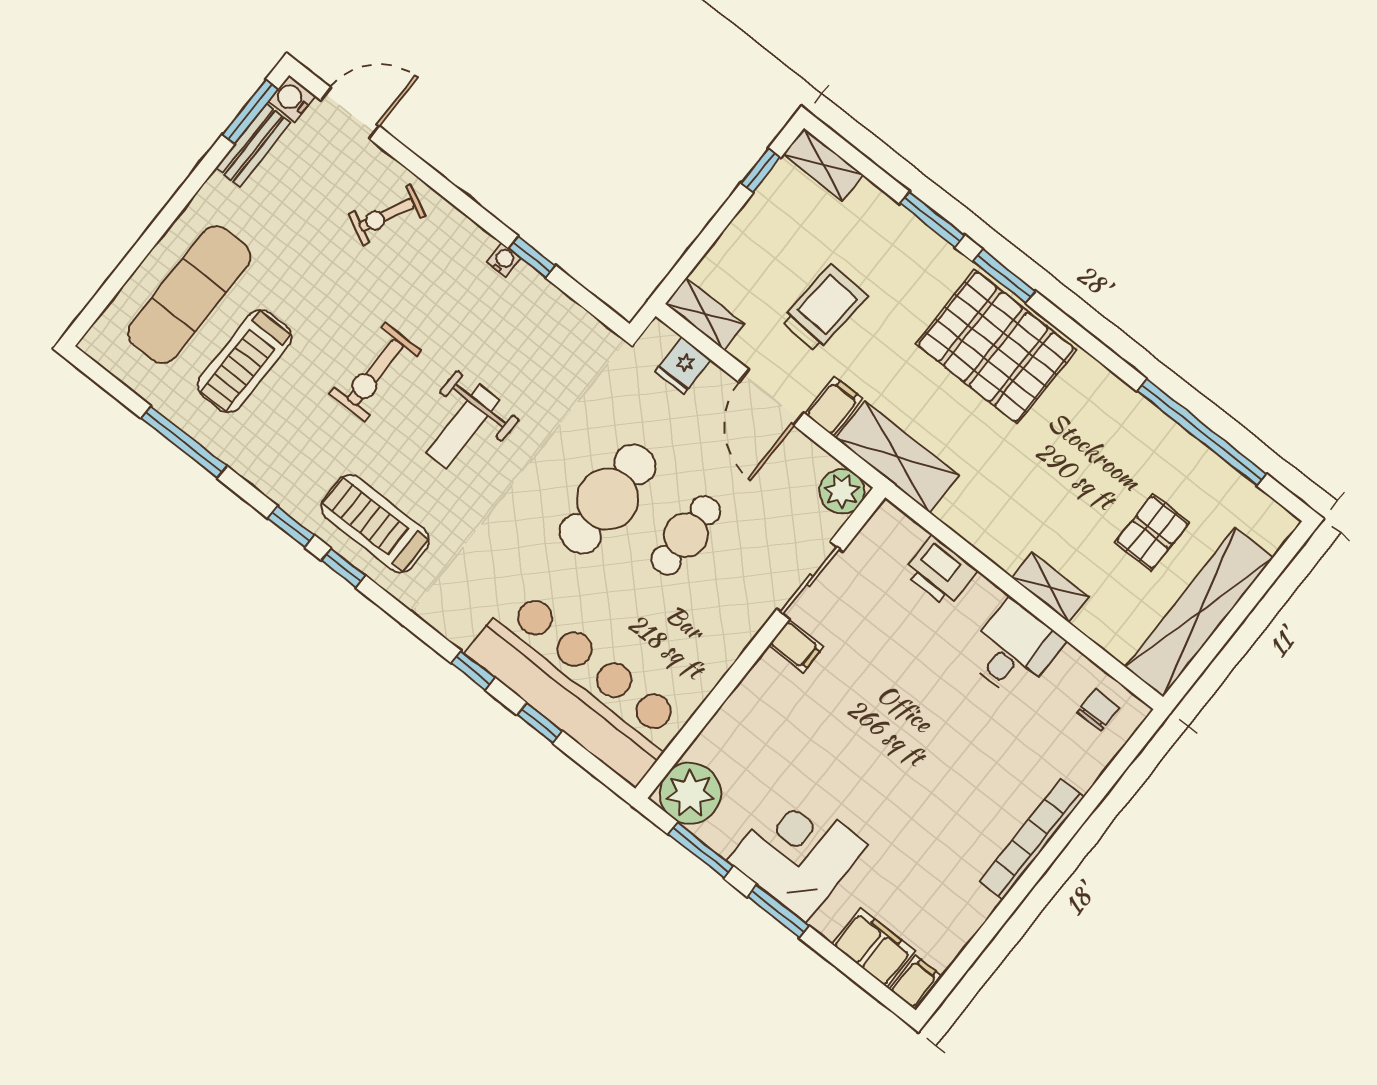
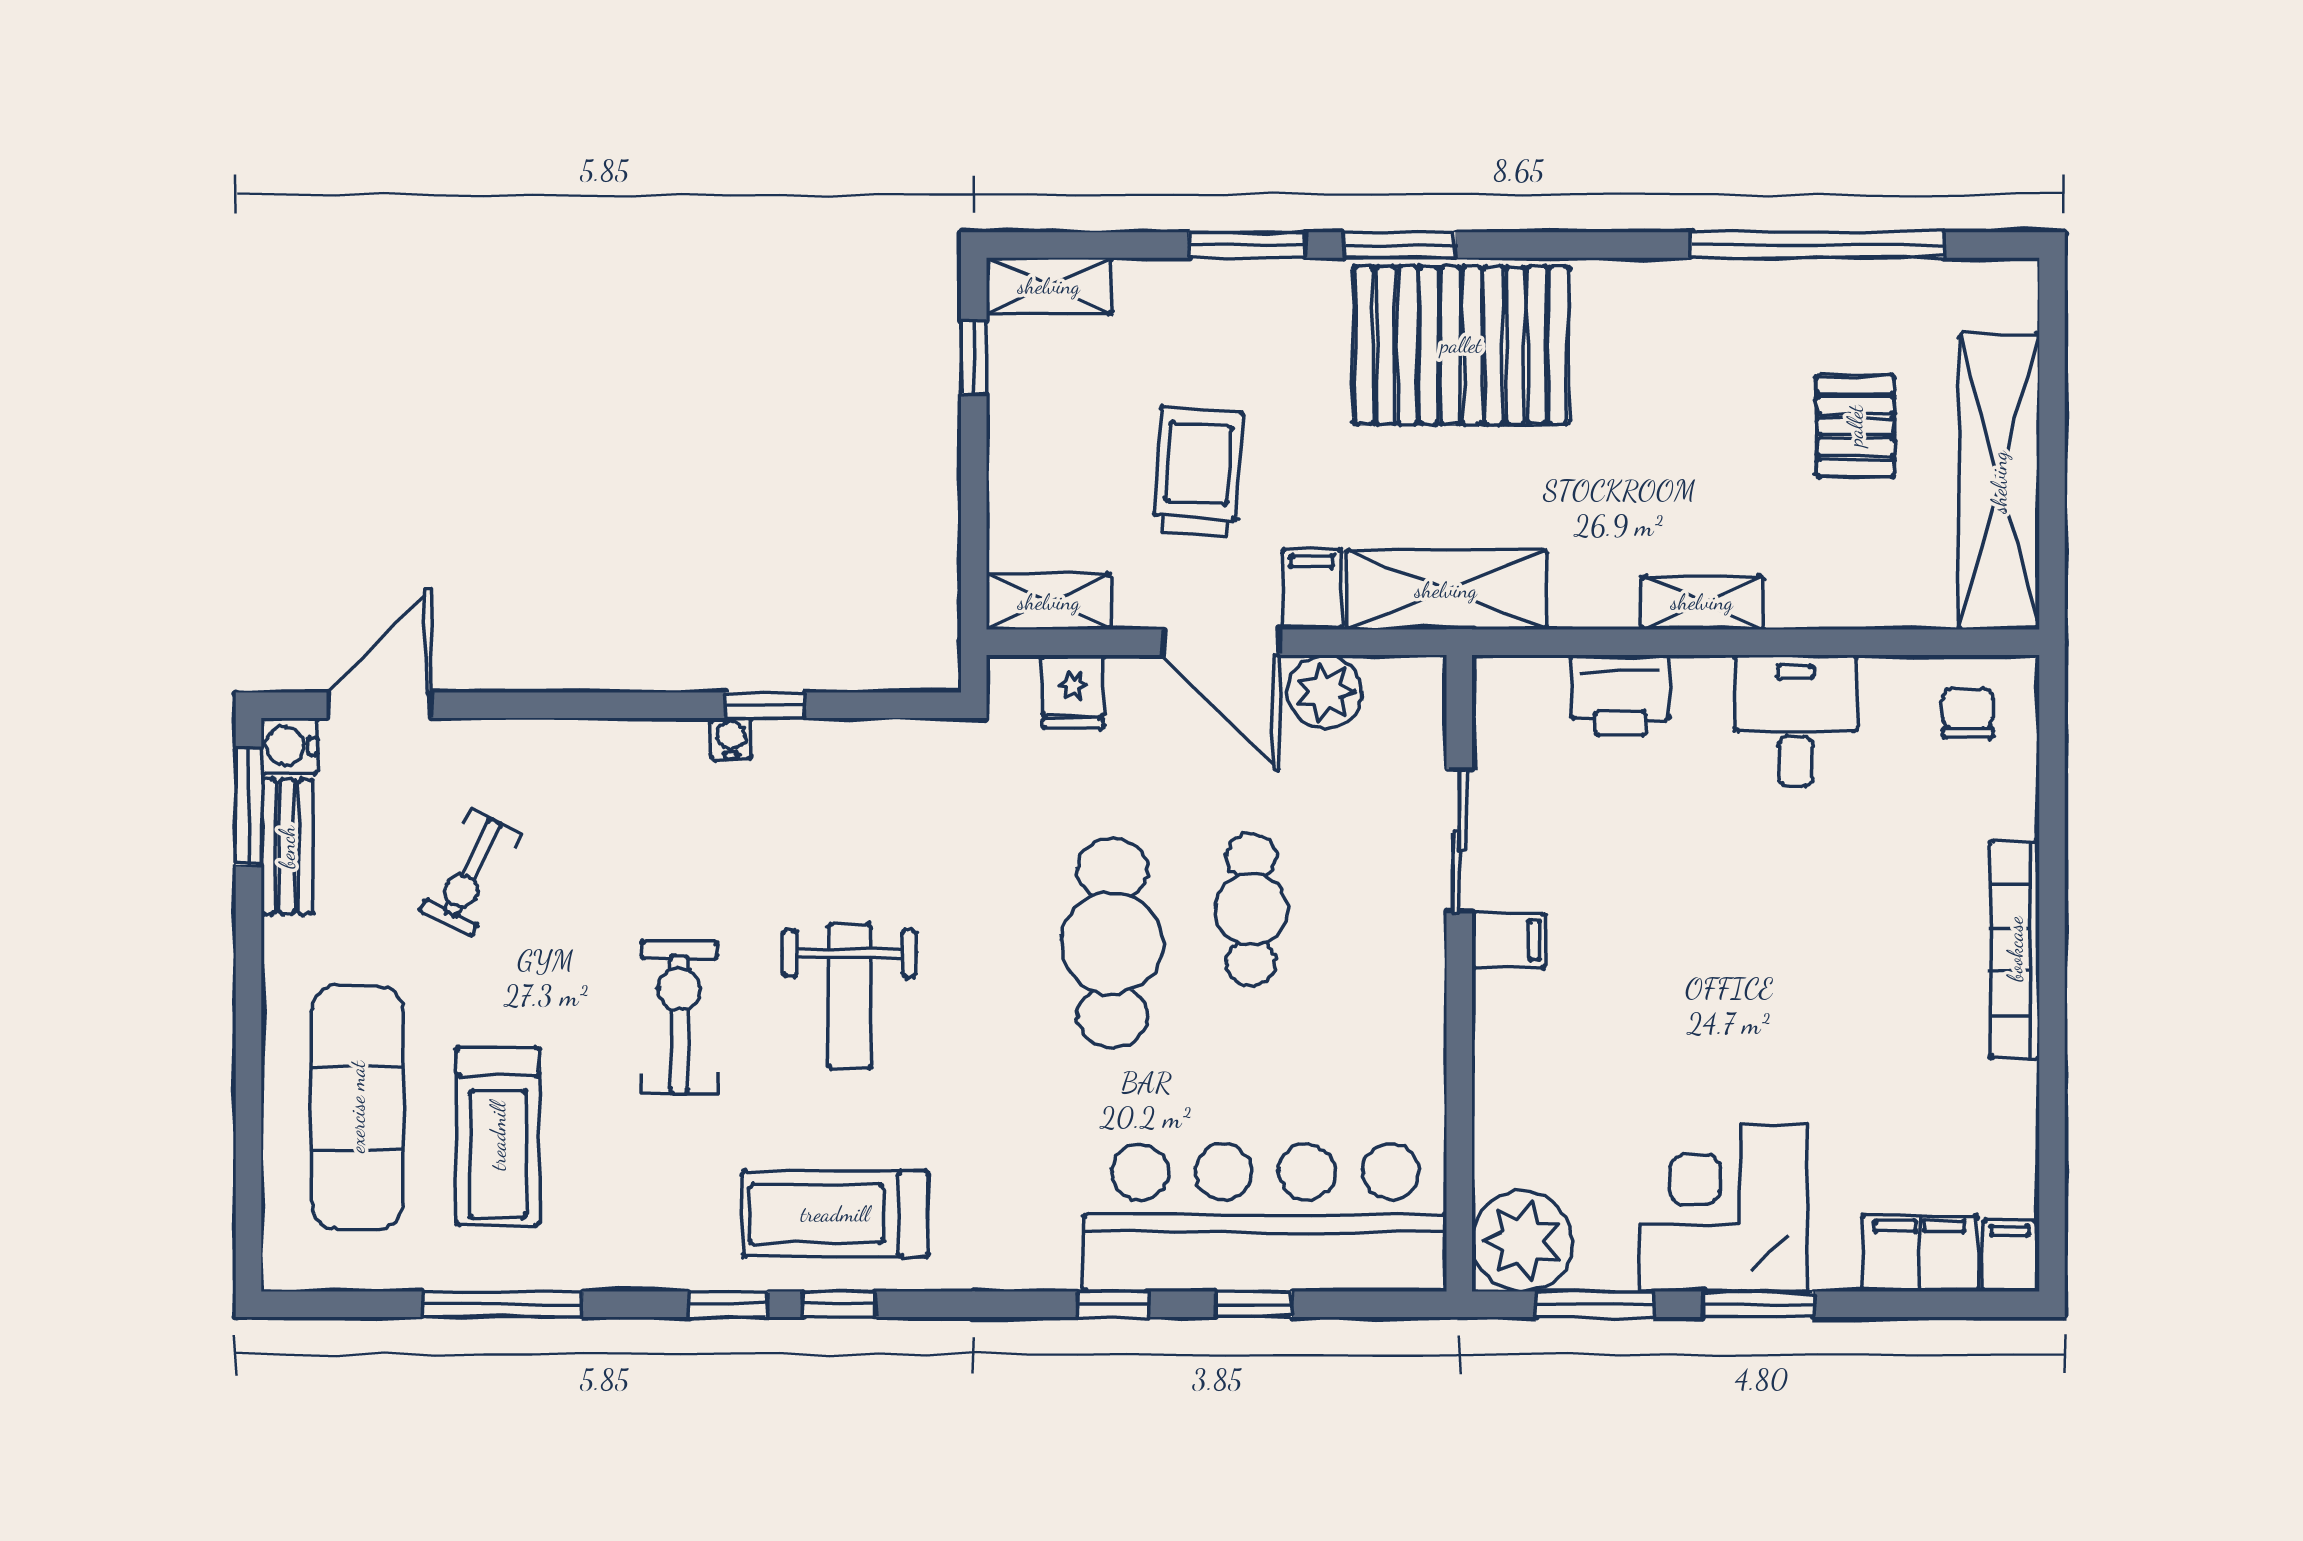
exercise bike: (387, 215) -> (470, 873), moved
exercise bike: (375, 372) -> (679, 1017), turned 180
plant: (842, 491) -> (1325, 692), moved
shelving: (1050, 587) -> (1702, 602), moved

